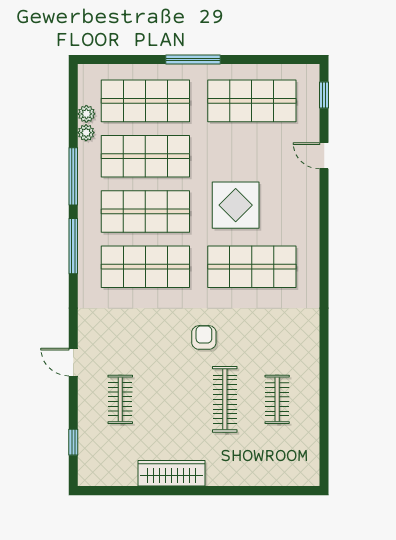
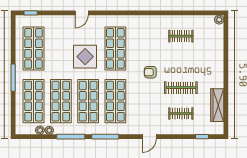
door: (324, 156) -> (82, 13), moved
door: (73, 362) -> (149, 137), moved
clothes rail: (225, 399) -> (181, 88), moved
wardrobe: (171, 473) -> (217, 105), moved
plant: (310, 477) -> (219, 20), added

